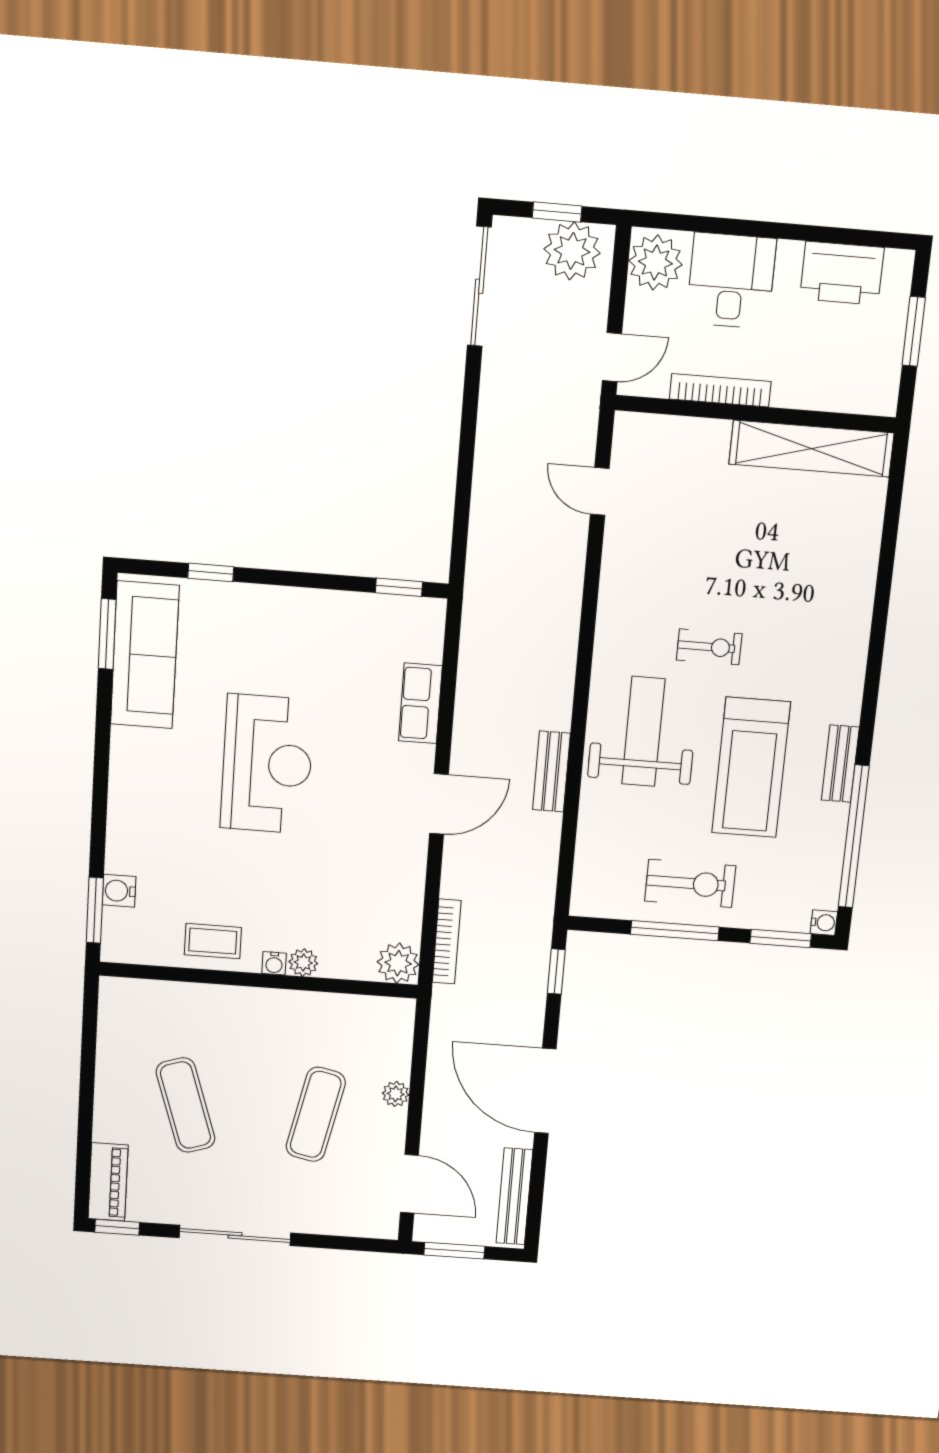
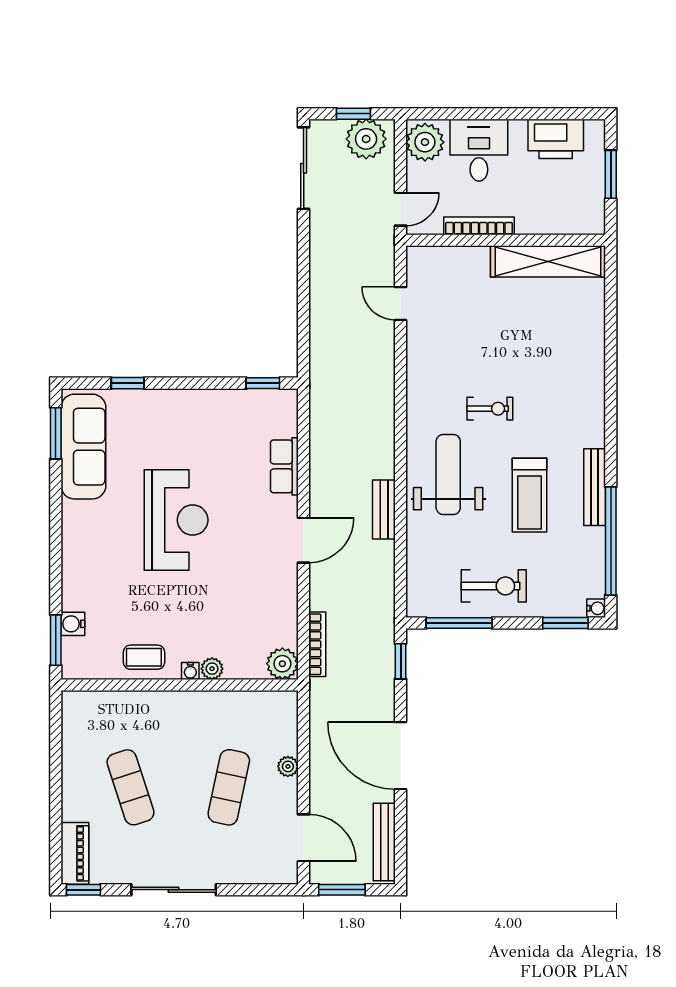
bench: (840, 764) -> (595, 487), width x1.36
treadmill: (751, 768) -> (529, 495), width x0.73, depth x0.73
window: (675, 931) -> (459, 623), moved

